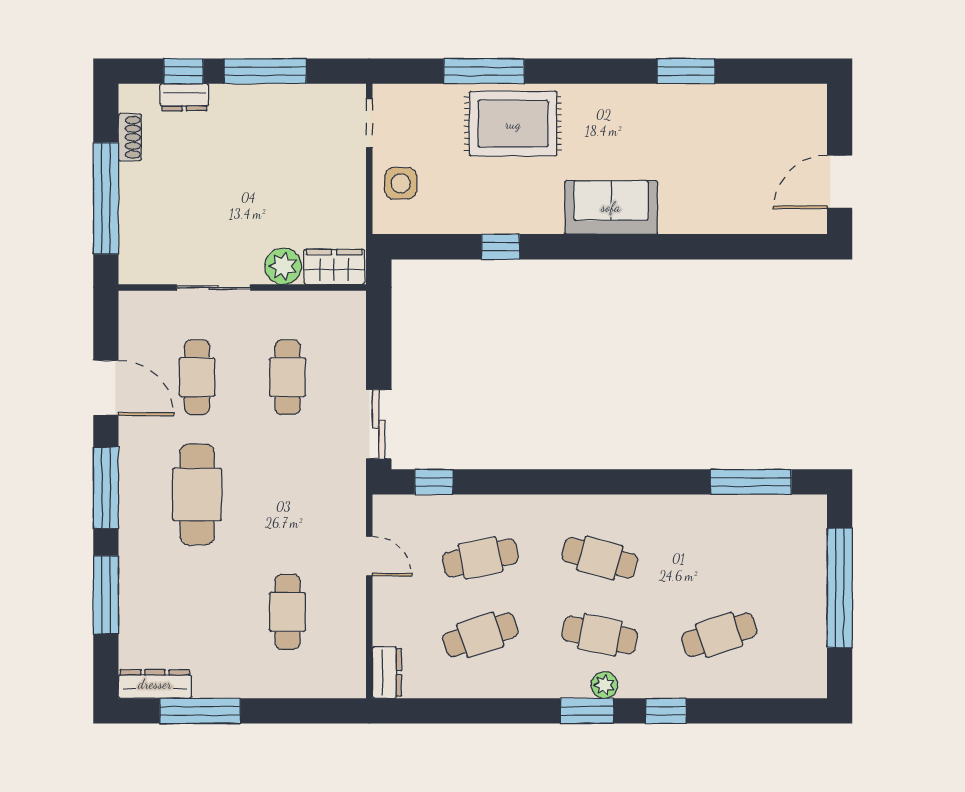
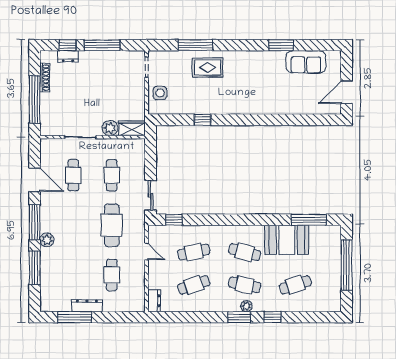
rug: (513, 124) -> (208, 67), width x0.73, depth x0.70
shoe rack: (130, 137) -> (45, 78), width x1.43
sofa: (611, 207) -> (306, 62), moved, turned 180
cafe table: (197, 494) -> (112, 225), moved
plant: (135, 529) -> (47, 240), added
booth: (699, 529) -> (287, 240), added
dresser: (155, 684) -> (87, 306), moved

